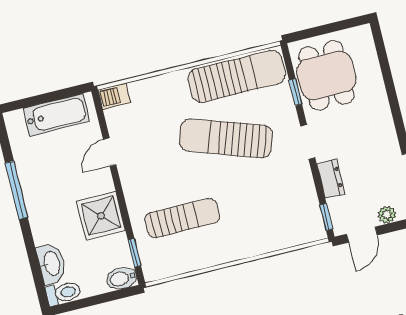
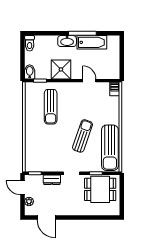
bathtub: (56, 115) -> (92, 42), moved, turned -90
sun lounger: (226, 138) -> (83, 136), width x0.73, depth x0.75
washbasin: (51, 264) -> (67, 41), moved

